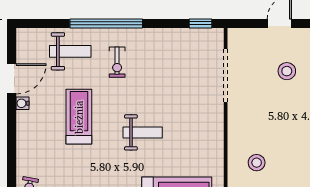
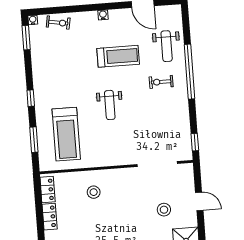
water cooler: (22, 103) -> (103, 15), moved

